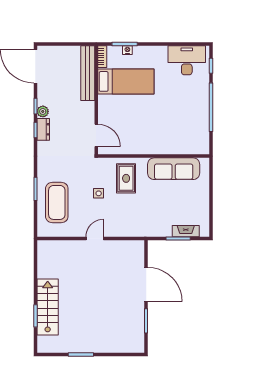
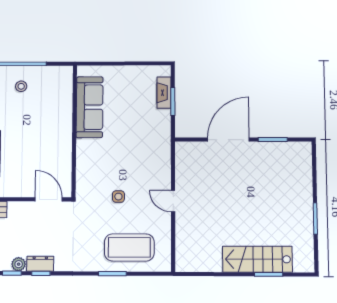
stool: (192, 111) -> (21, 86), added
door: (96, 135) -> (49, 199), hinge flipped
rug: (126, 178) -> (101, 164), removed

